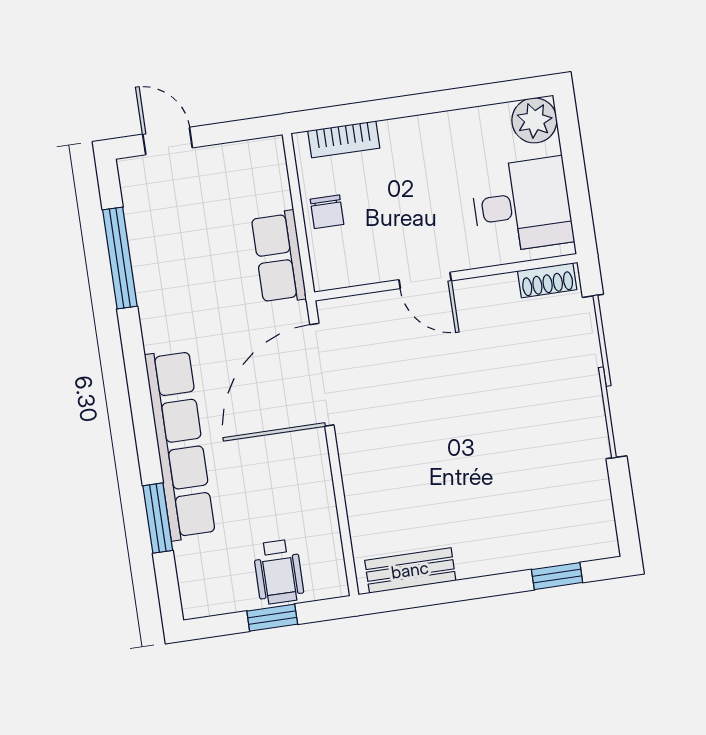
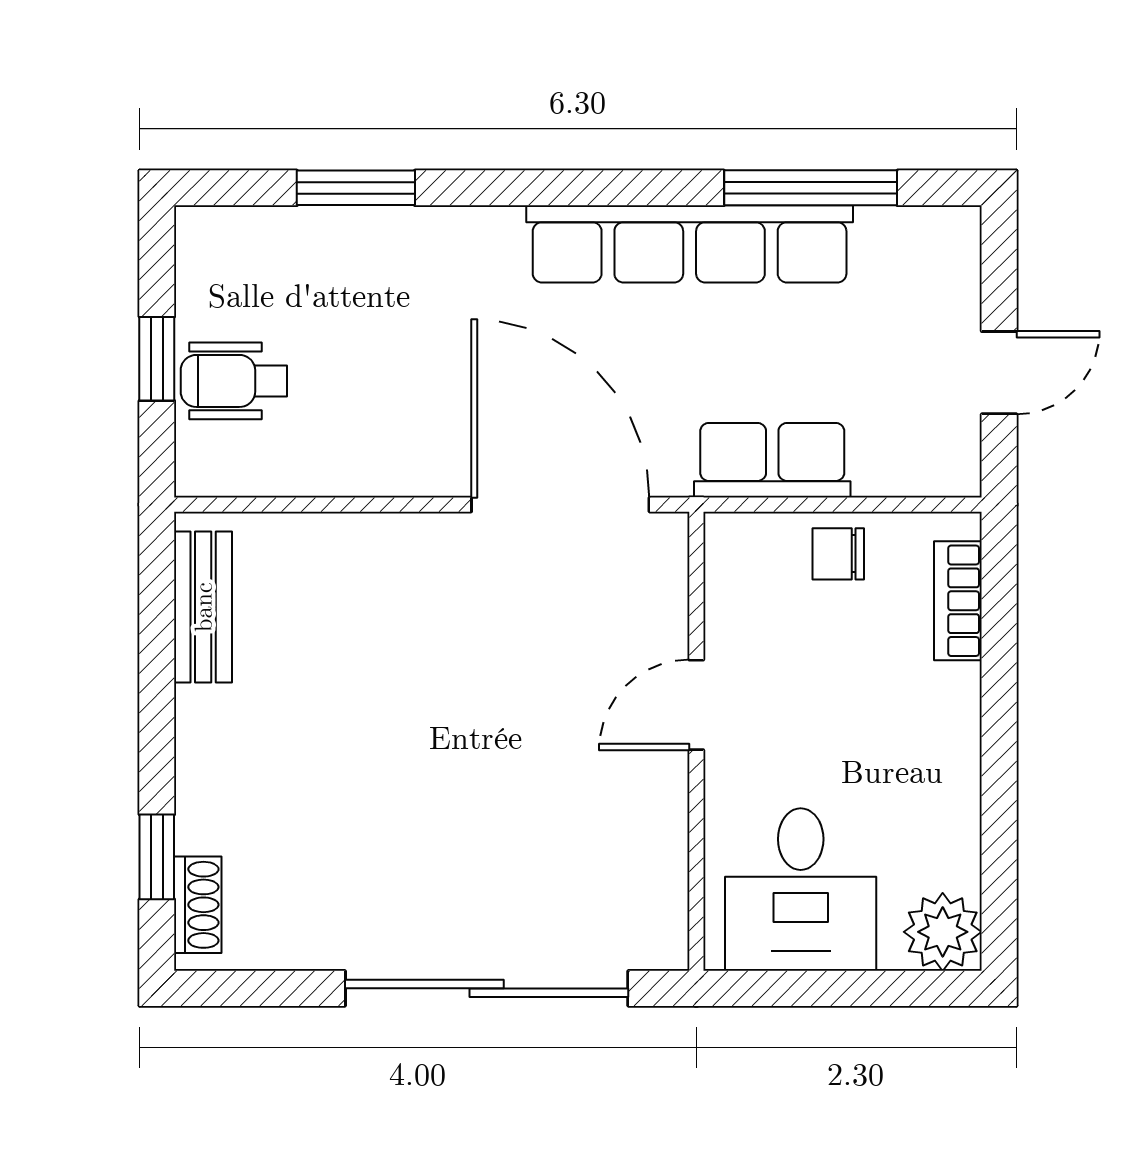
door: (168, 141) -> (999, 373), moved
shoe rack: (547, 280) -> (198, 905), moved, turned 180
row of seats: (180, 445) -> (690, 244), moved

